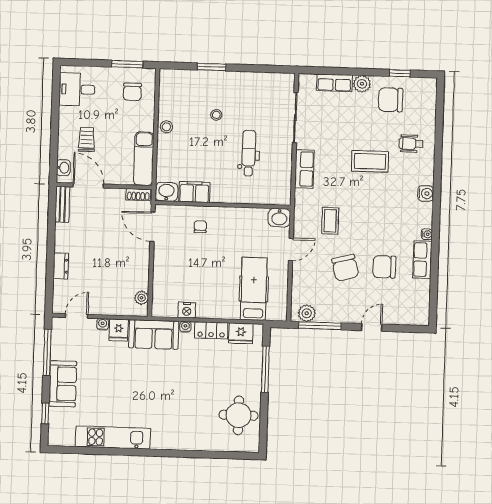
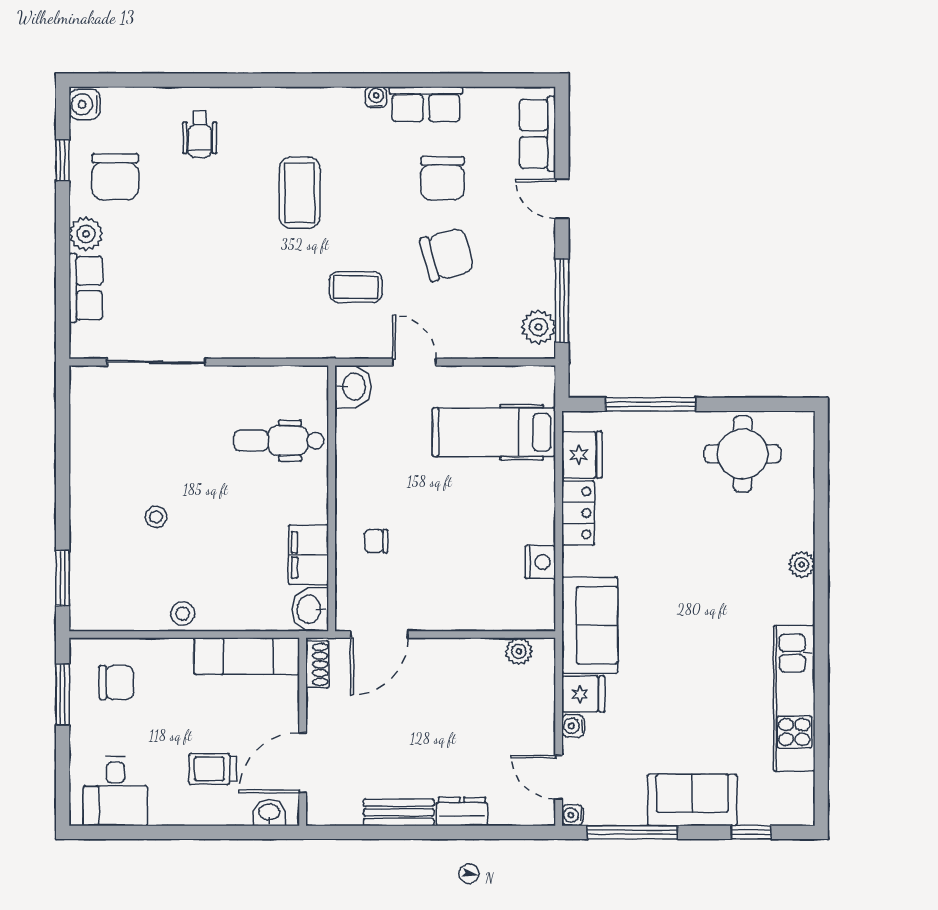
window: (211, 67) -> (63, 578), moved
dental chair: (249, 153) -> (279, 441), moved
coffee table: (370, 161) -> (300, 193), moved
row of seats: (304, 169) -> (537, 134), moved, turned -90
water cooler: (426, 193) -> (84, 104), moved, turned -90
bench: (62, 204) -> (399, 812), moved
water cooler: (185, 327) -> (573, 815), moved
plant: (181, 444) -> (802, 565), added

